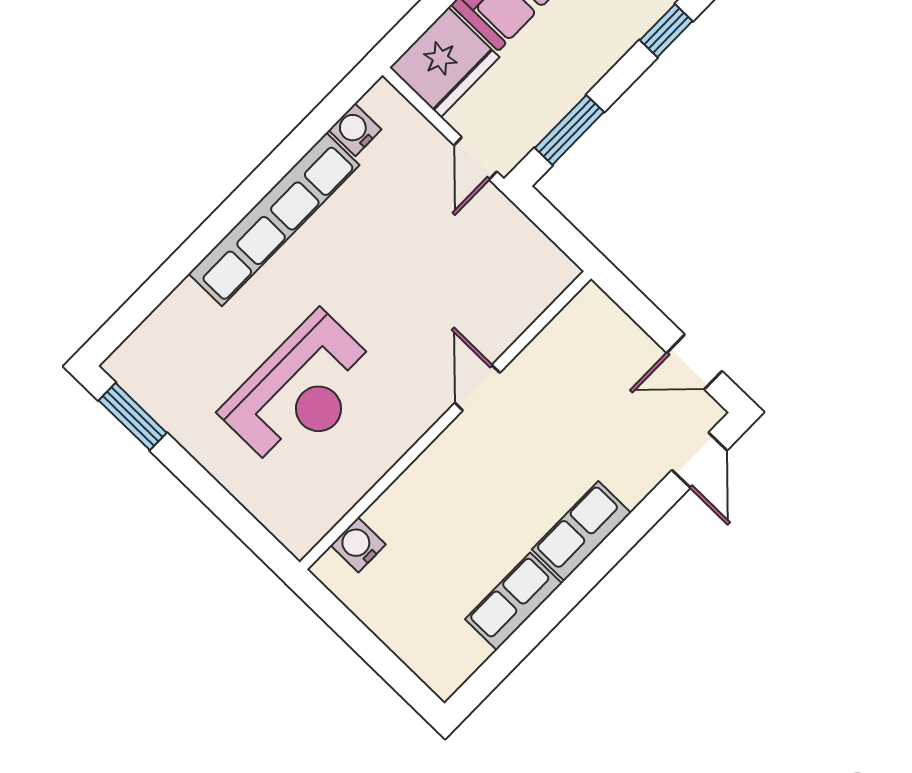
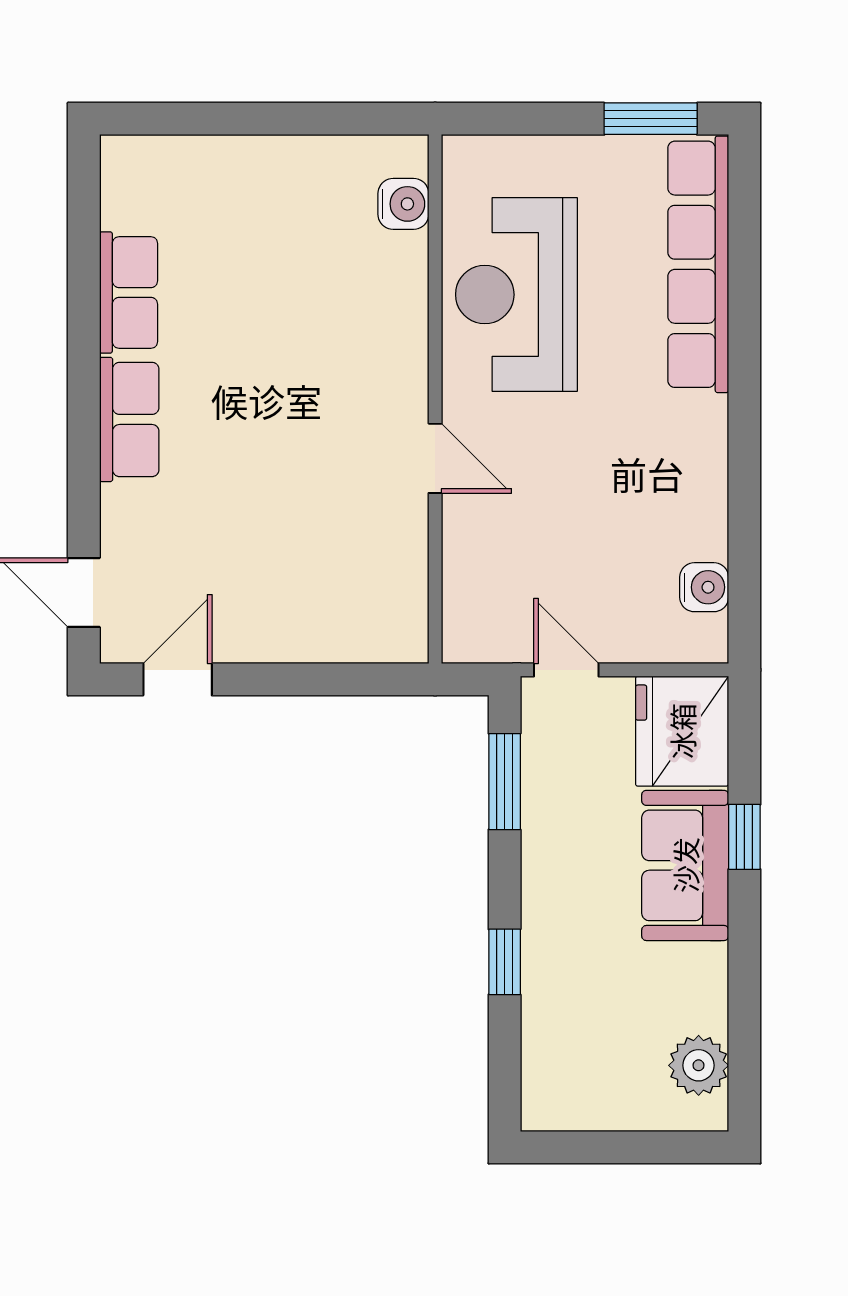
row of seats: (274, 219) -> (698, 264), moved
door: (477, 388) -> (435, 458), moved
wall: (445, 420) -> (435, 399), moved
water cooler: (358, 545) -> (403, 204), moved

